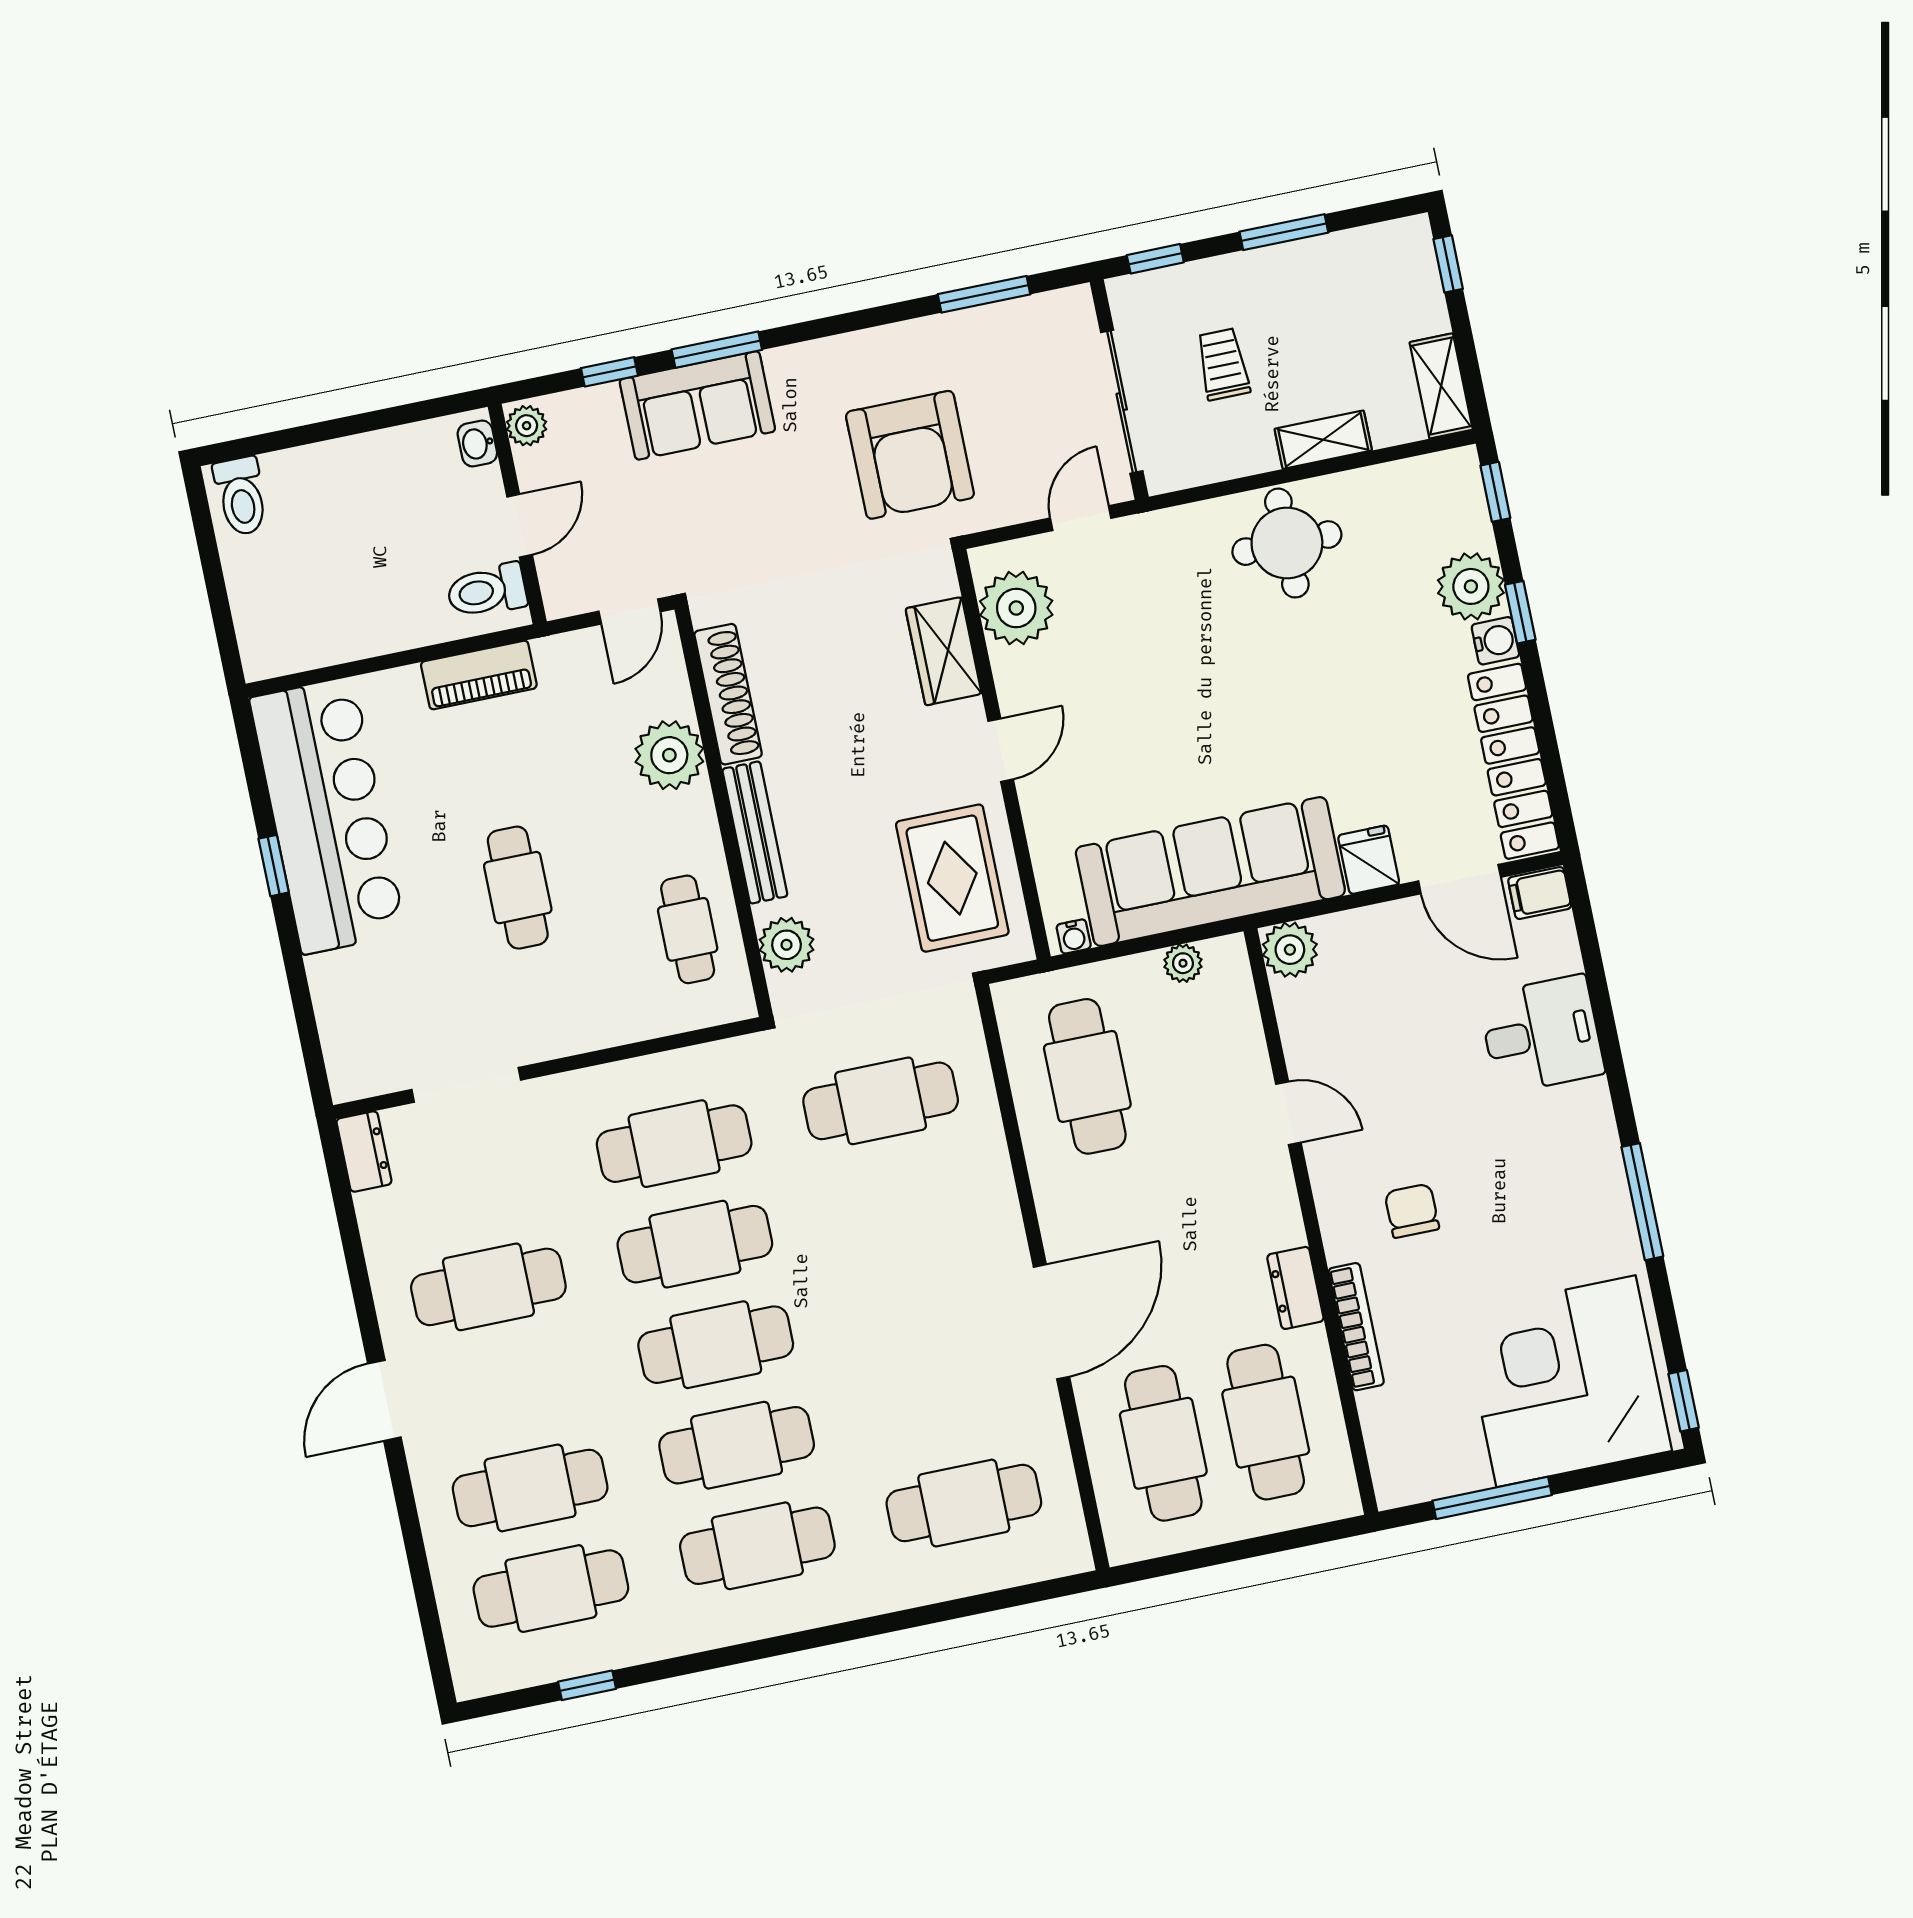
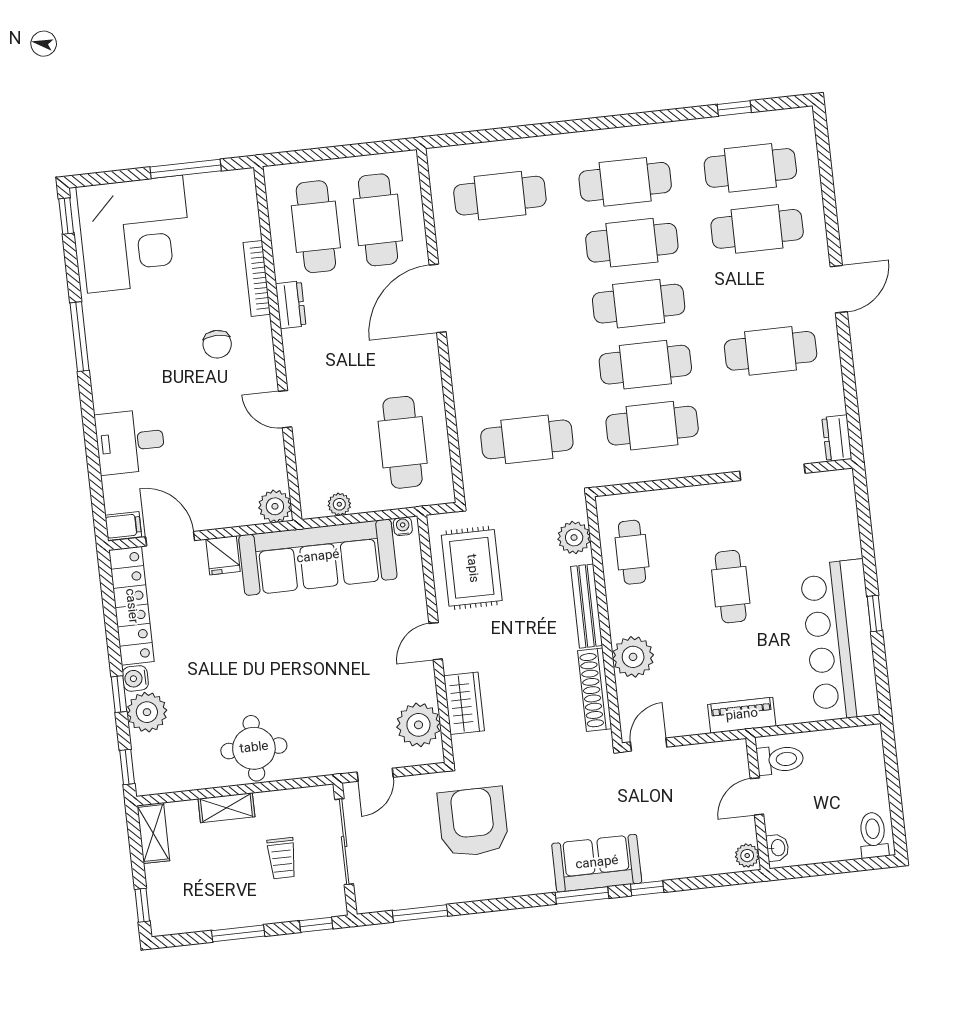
plant: (527, 426) -> (747, 856), moved
washbasin: (477, 443) -> (777, 848), moved
wall: (517, 514) -> (758, 804), moved
door: (520, 526) -> (757, 796), moved
toilet: (487, 591) -> (780, 760), moved

